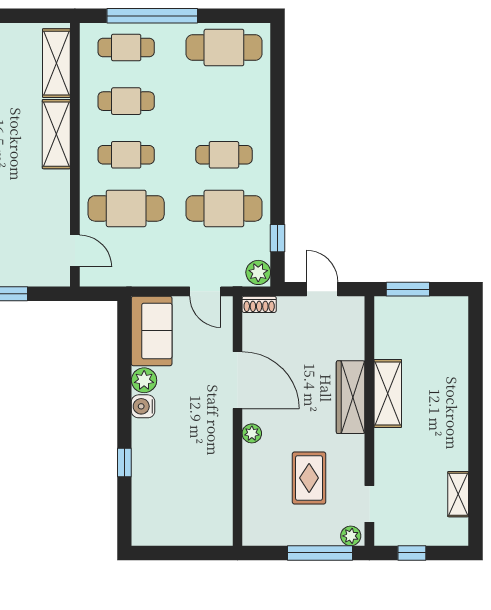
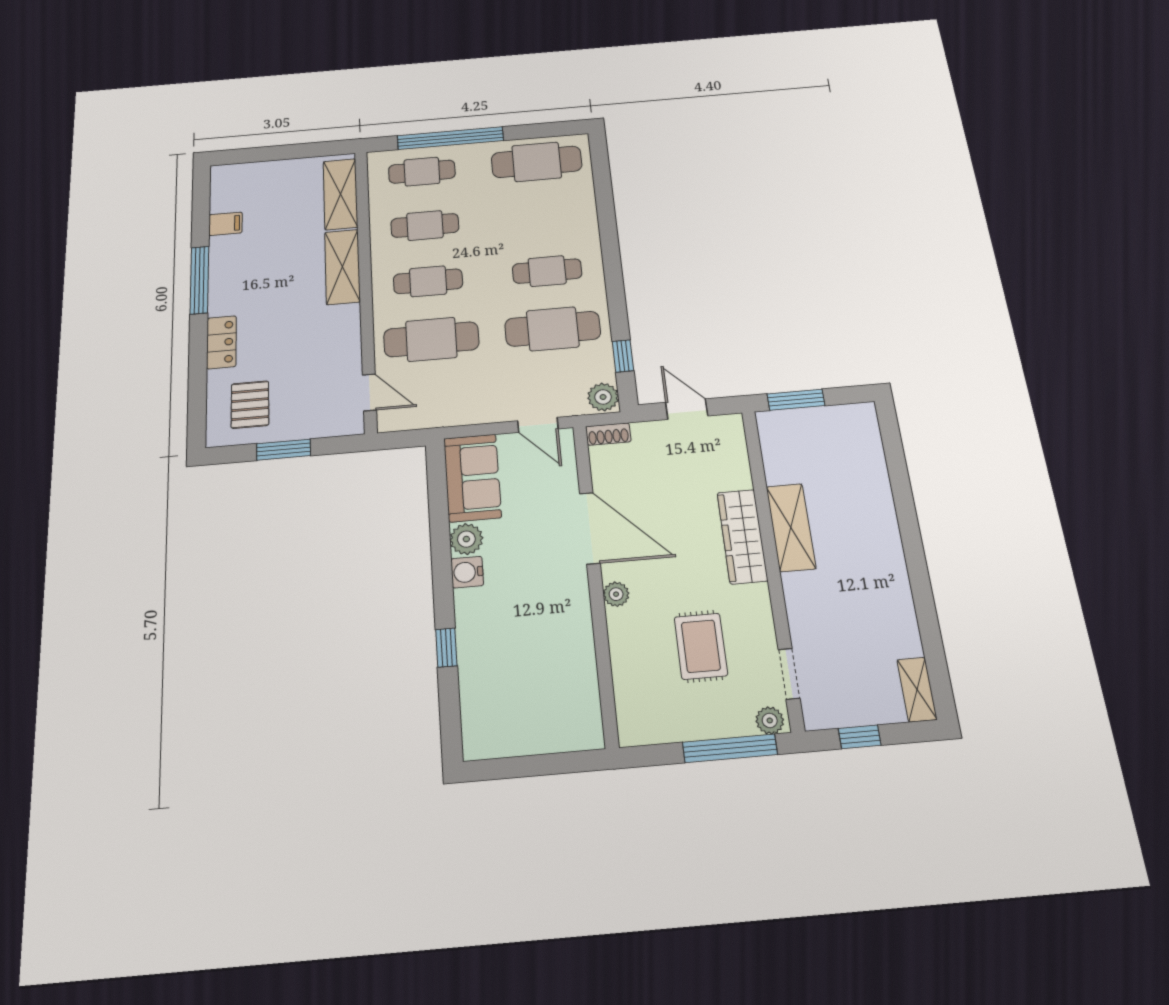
shelving: (458, 494) -> (917, 690), moved

